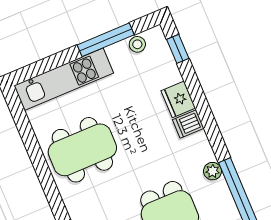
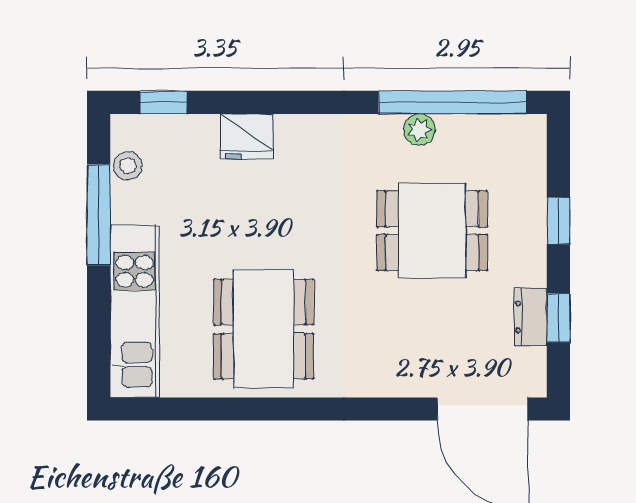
dishwasher: (188, 124) -> (294, 137), removed
plant: (213, 171) -> (419, 130), moved

